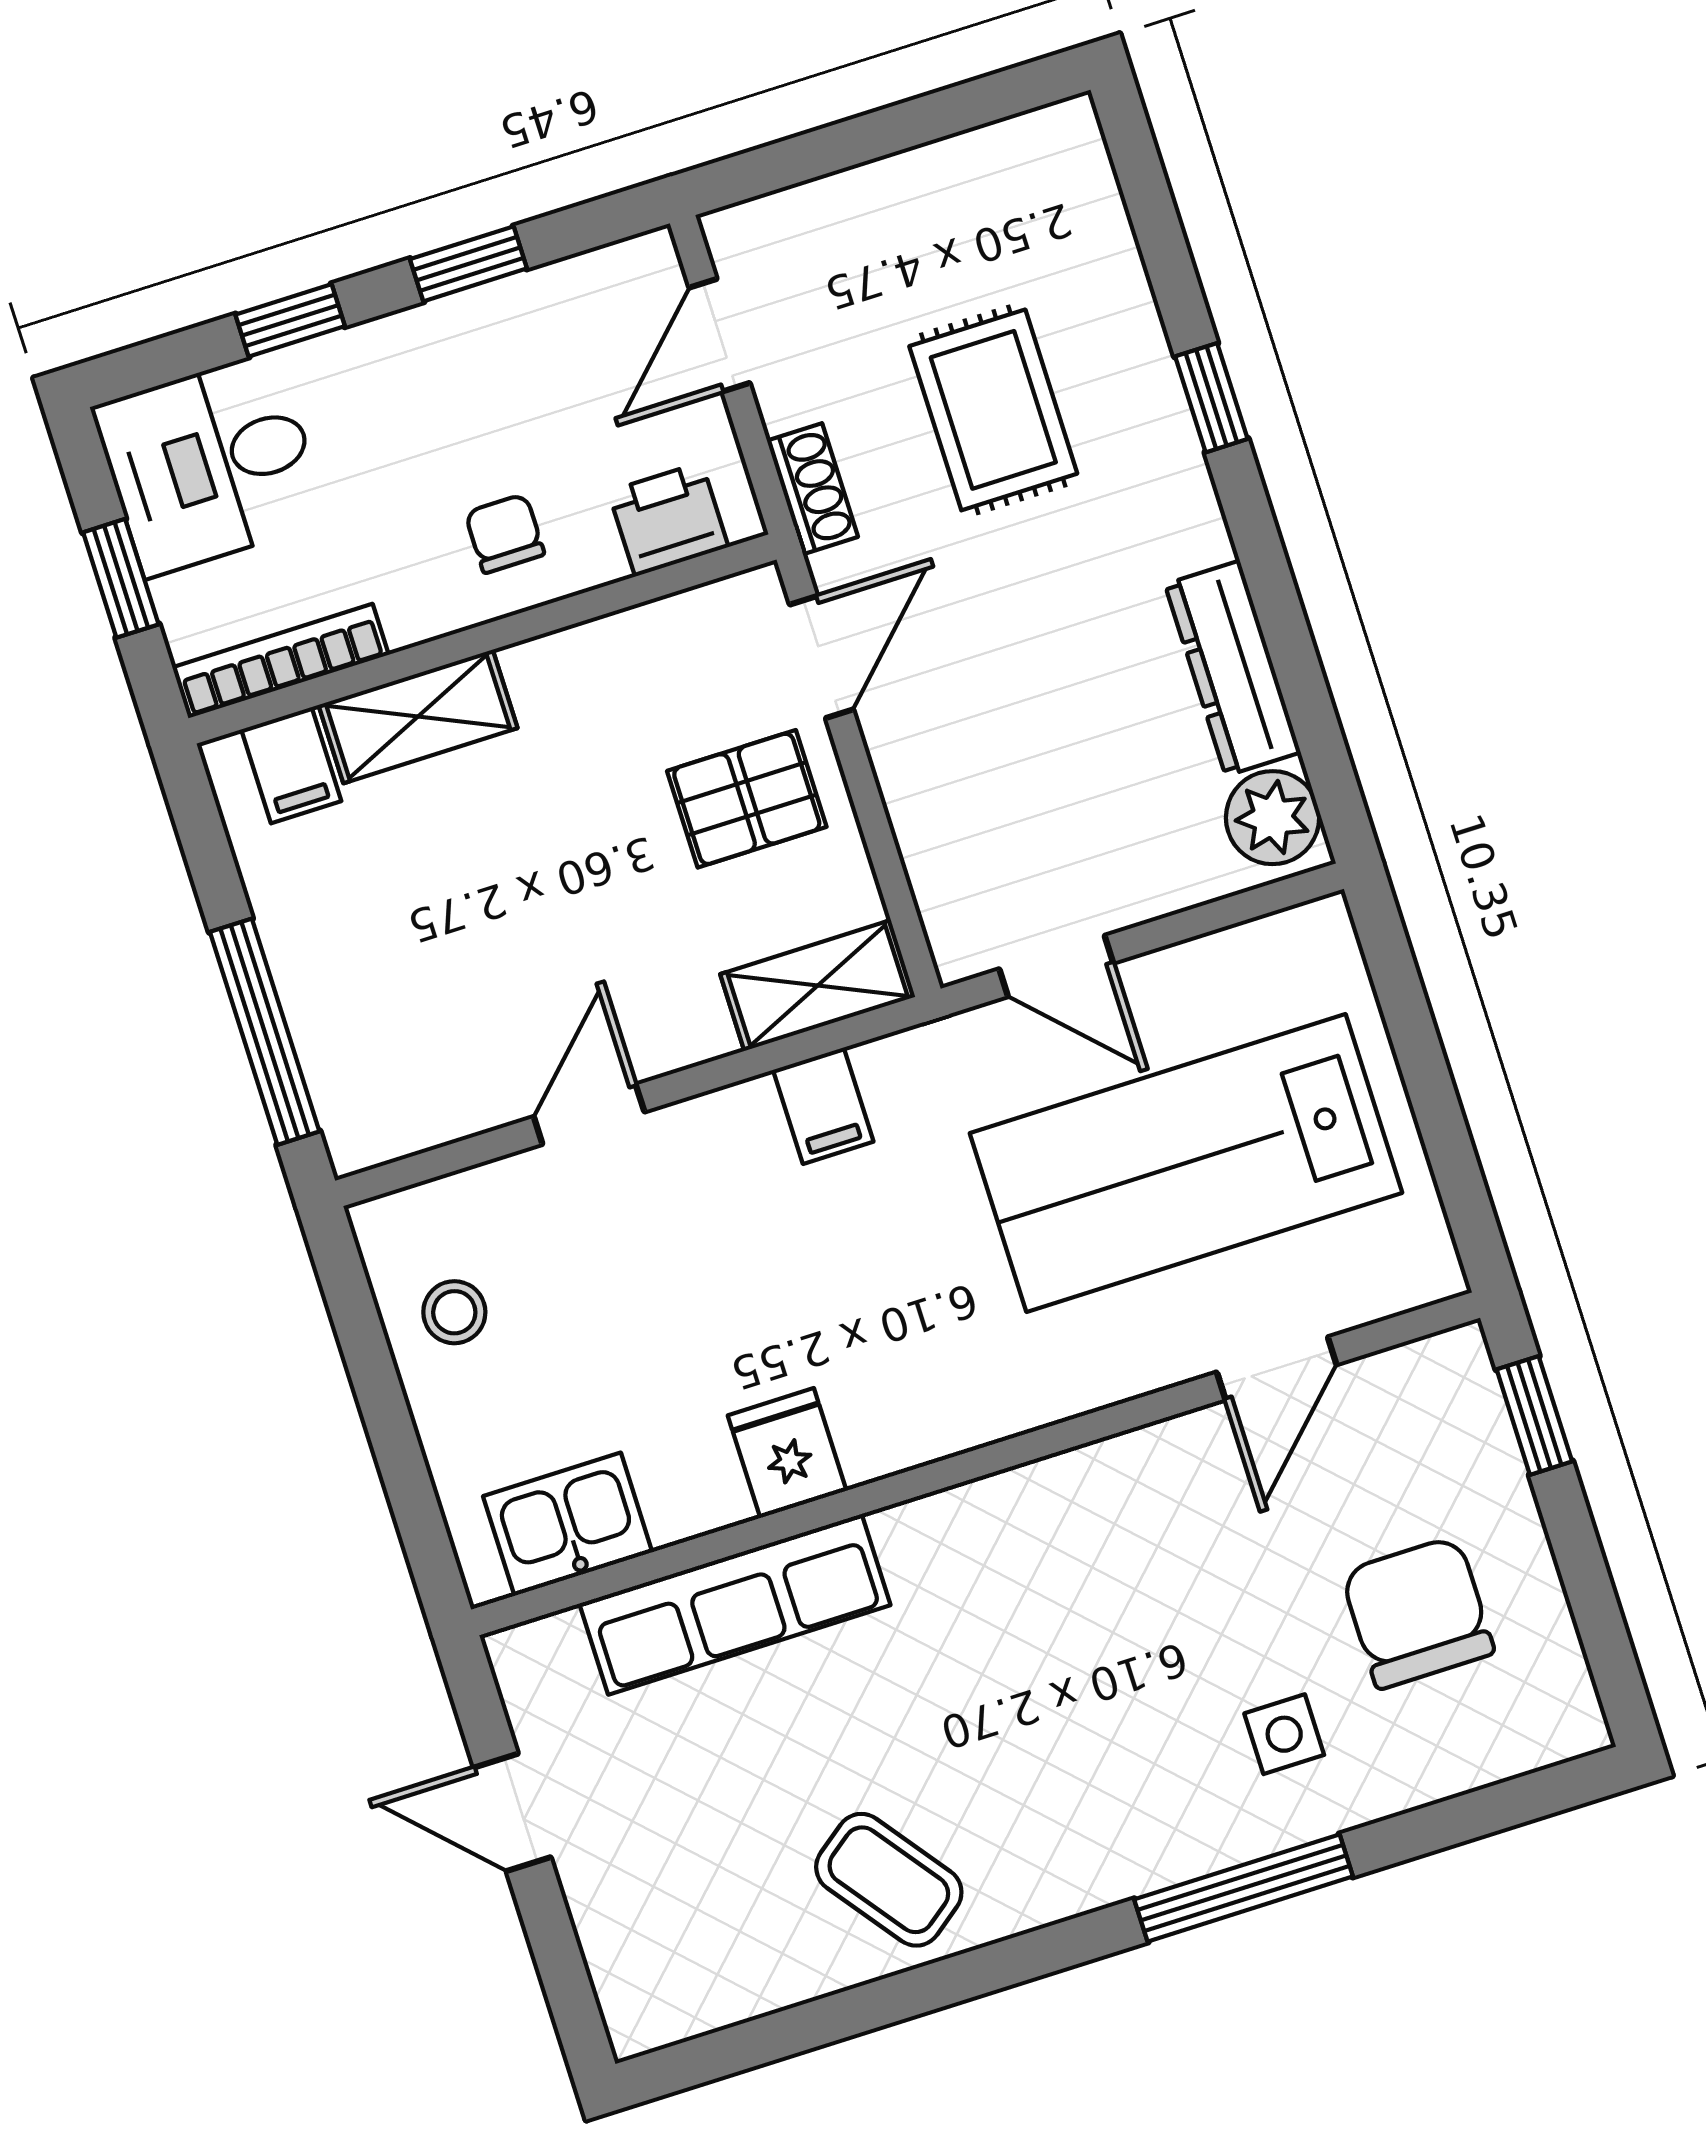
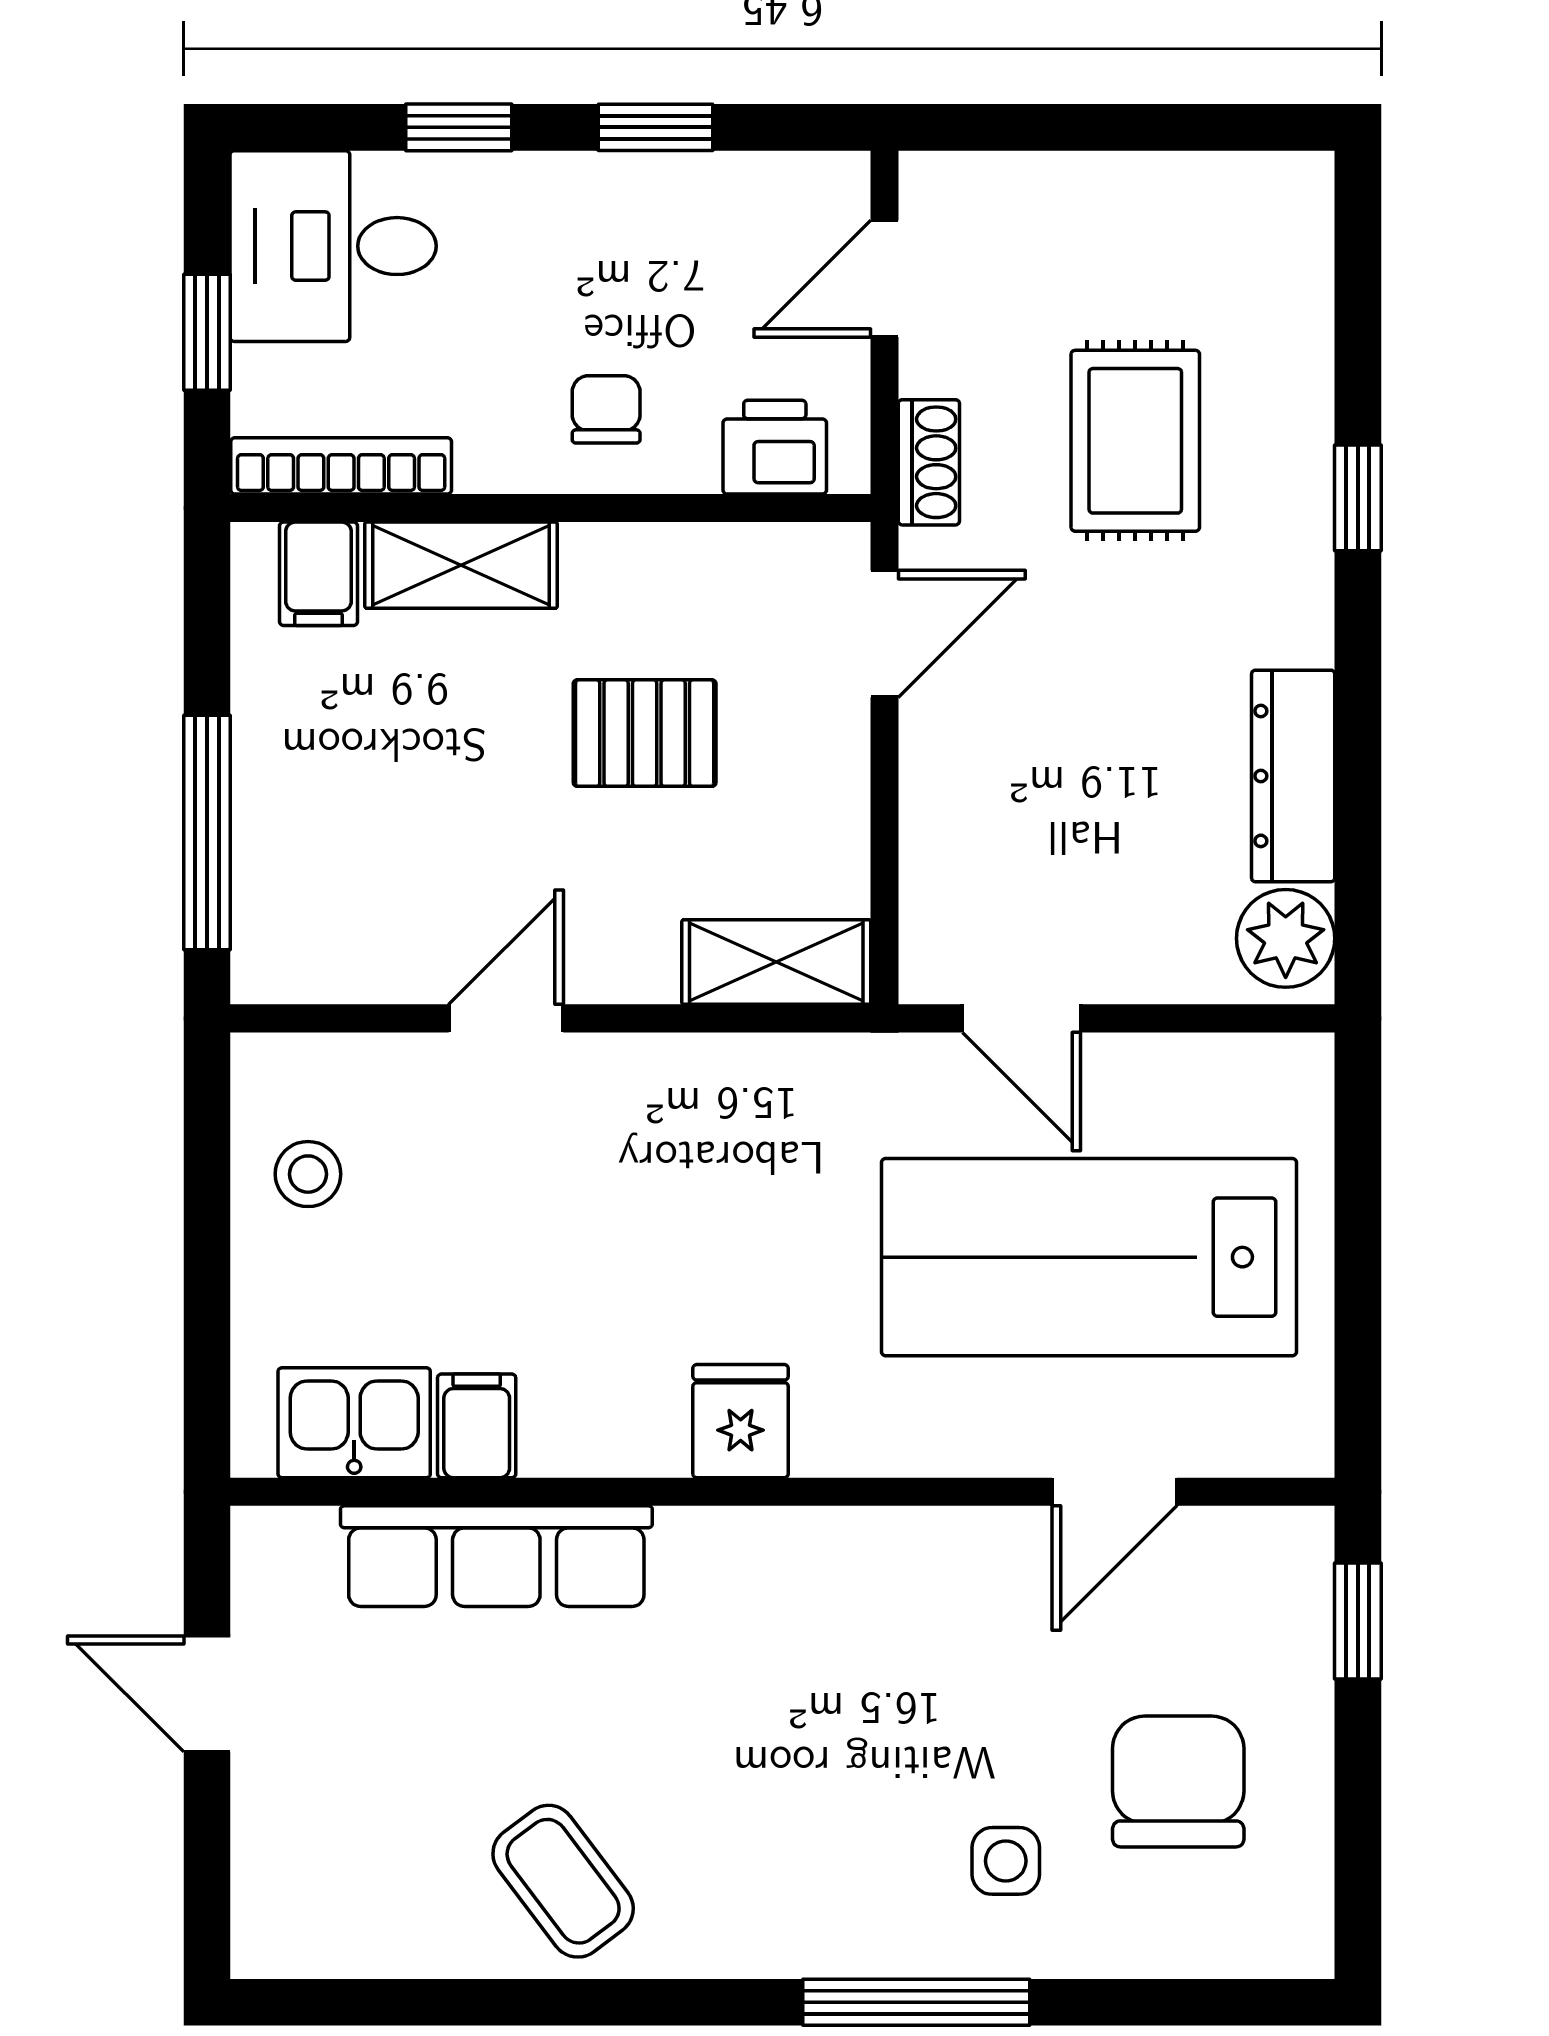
pallet: (747, 799) -> (645, 733), moved
filing cabinet: (823, 1106) -> (477, 1426), moved, turned 180
fridge: (787, 1453) -> (741, 1421), moved

